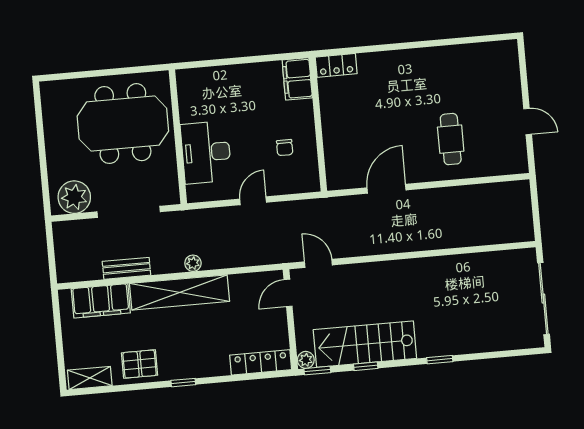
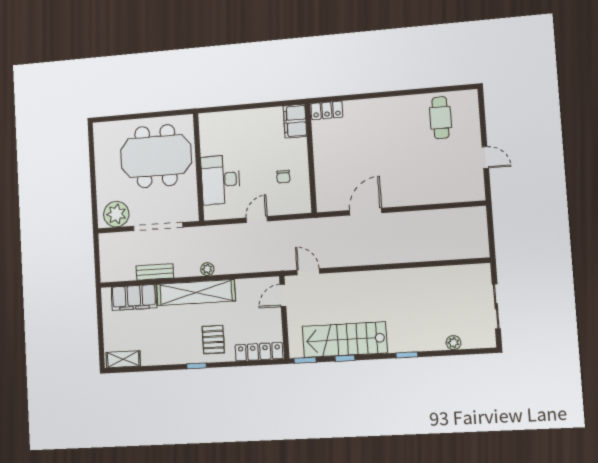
cafe table: (451, 139) -> (440, 118), moved
sliding door: (543, 299) -> (496, 306), width x0.73
plant: (306, 360) -> (453, 343), moved
pallet: (140, 364) -> (213, 340), moved, turned 90

